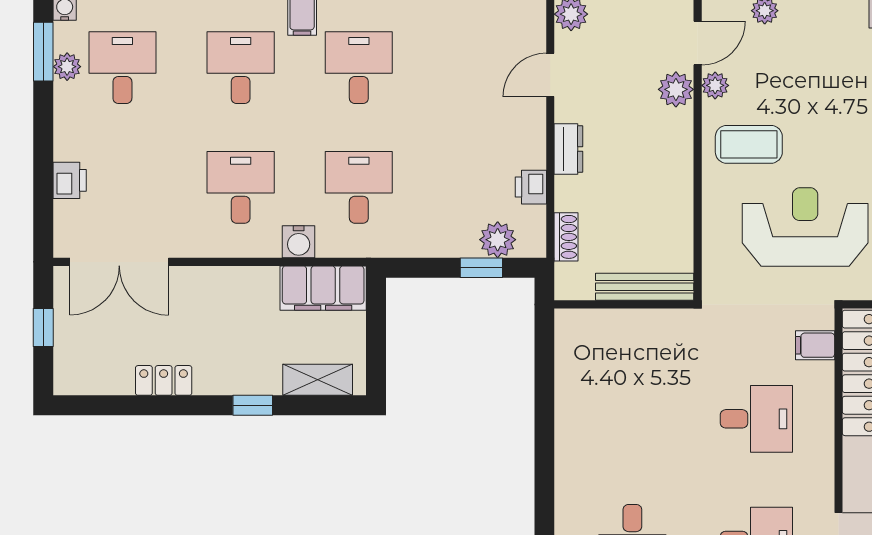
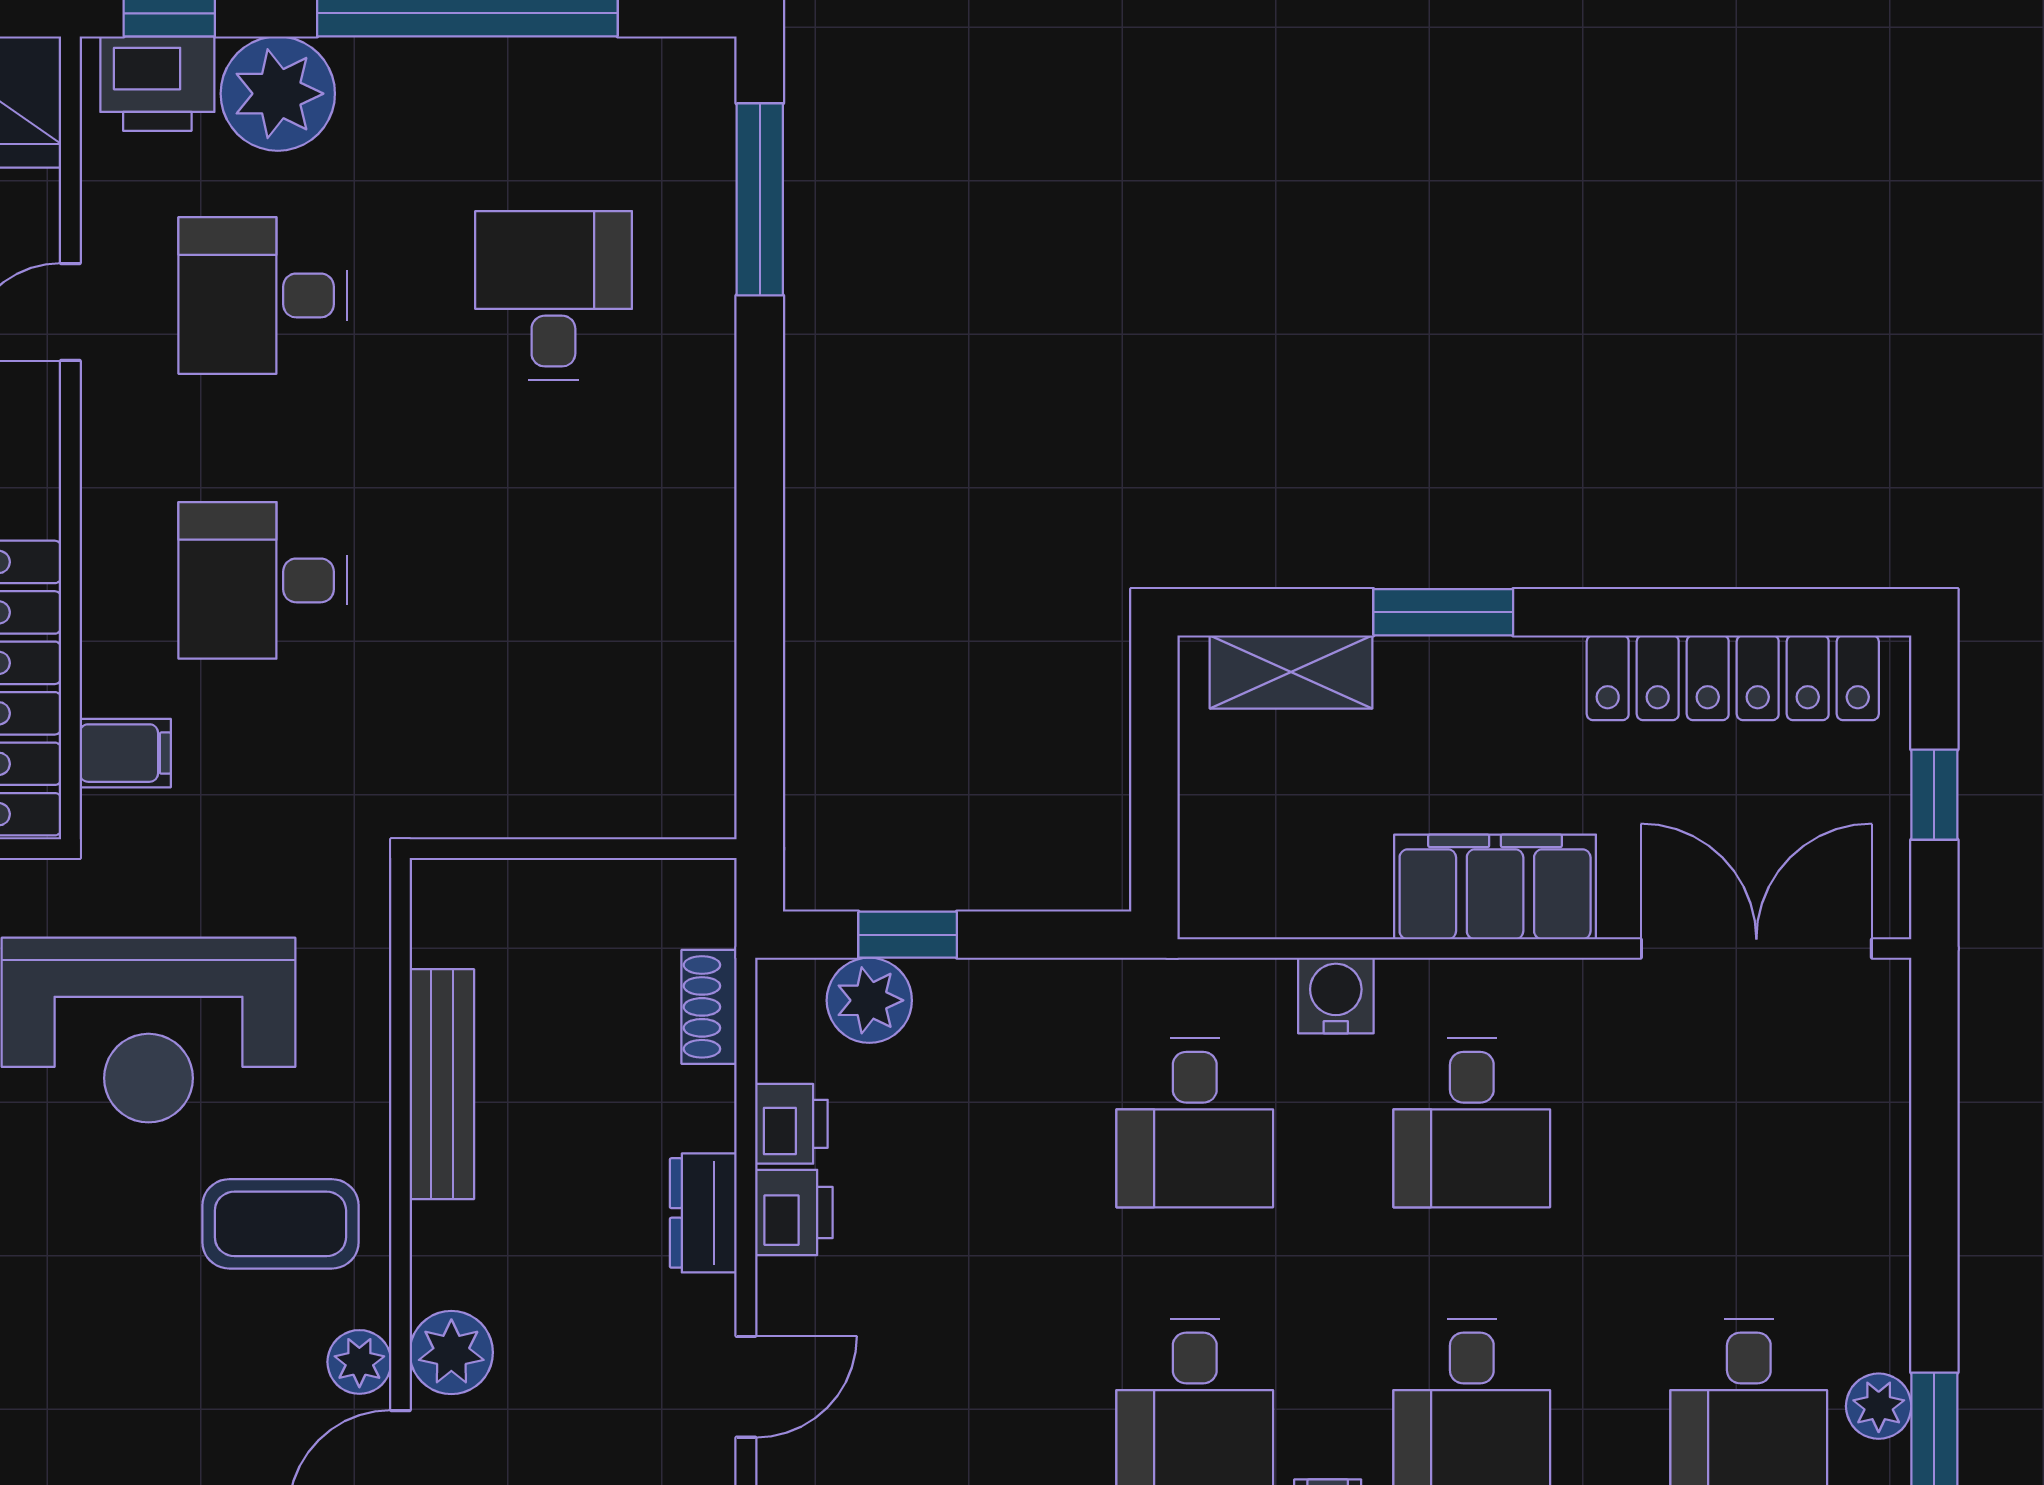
printer: (70, 180) -> (794, 1212), moved, turned 180
bench: (645, 287) -> (442, 1084), moved, turned 90
filing cabinet: (323, 288) -> (1495, 887), moved
locker: (164, 380) -> (1733, 678), width x2.16, depth x1.21
window: (253, 405) -> (1443, 612), width x1.50

